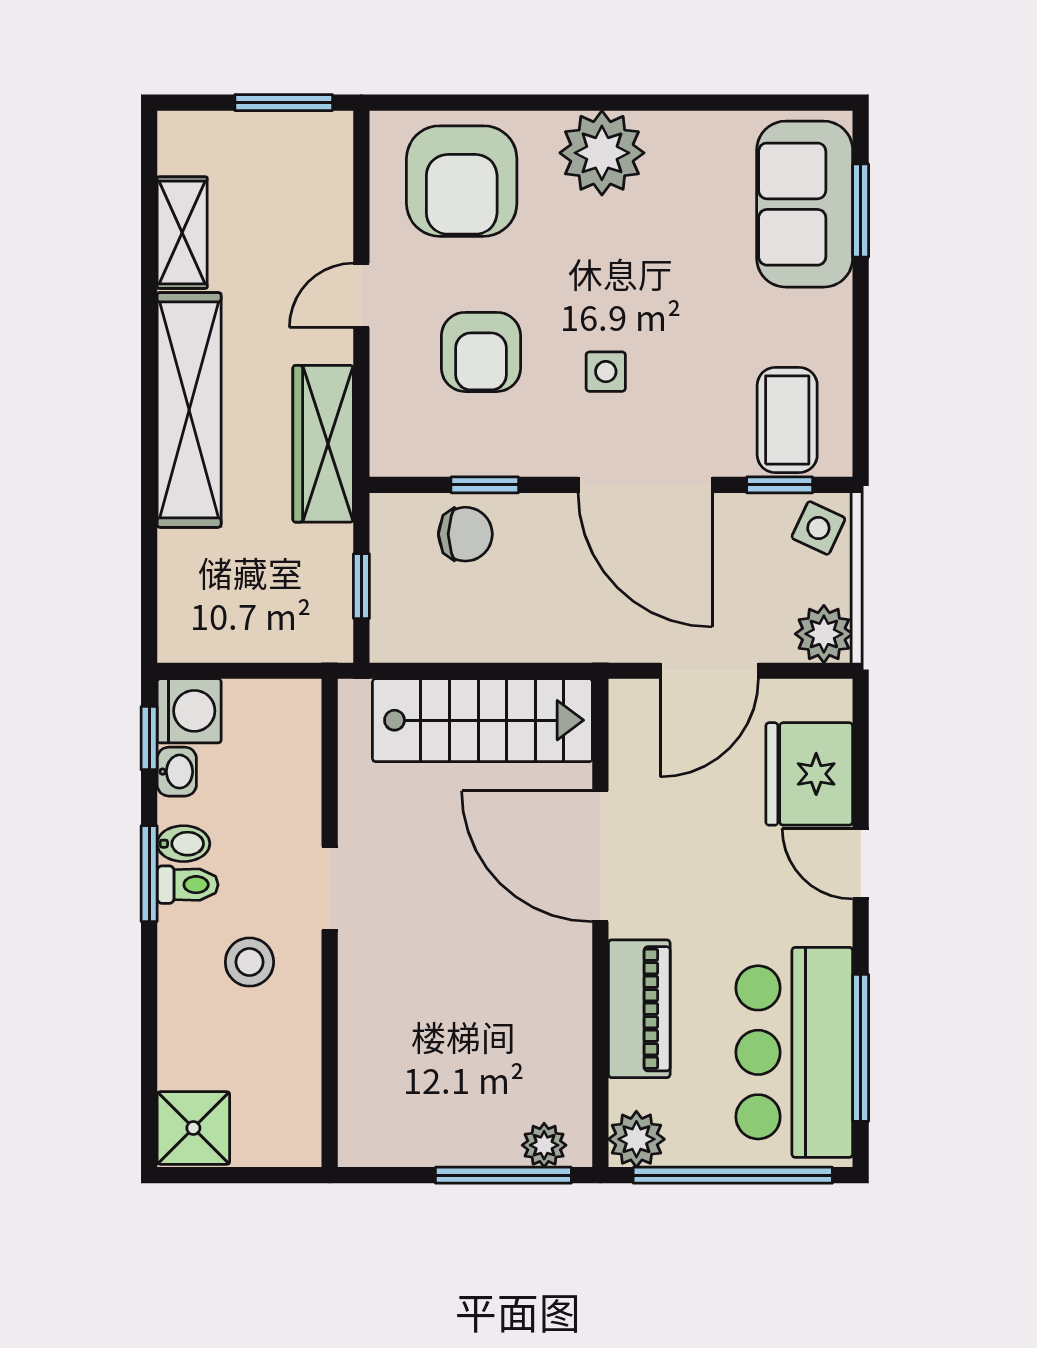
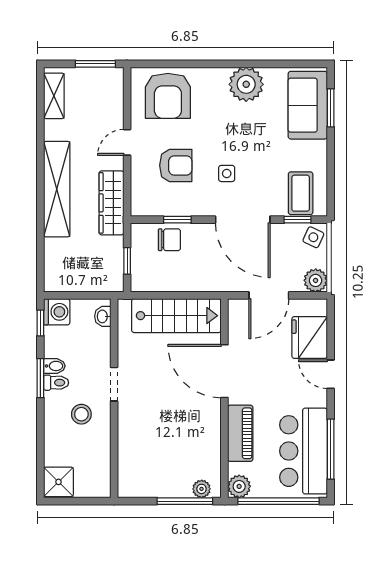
plant: (602, 153) -> (246, 84), moved
shelving: (182, 233) -> (54, 96), moved
armchair: (481, 352) -> (176, 165), turned -90
washbasin: (177, 772) -> (103, 316), moved, turned 180

